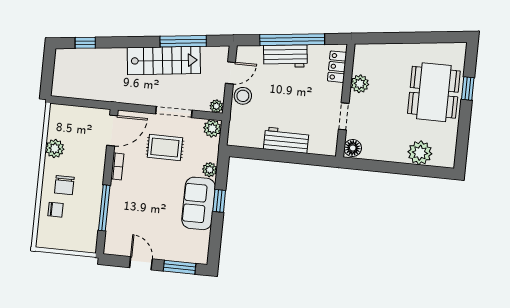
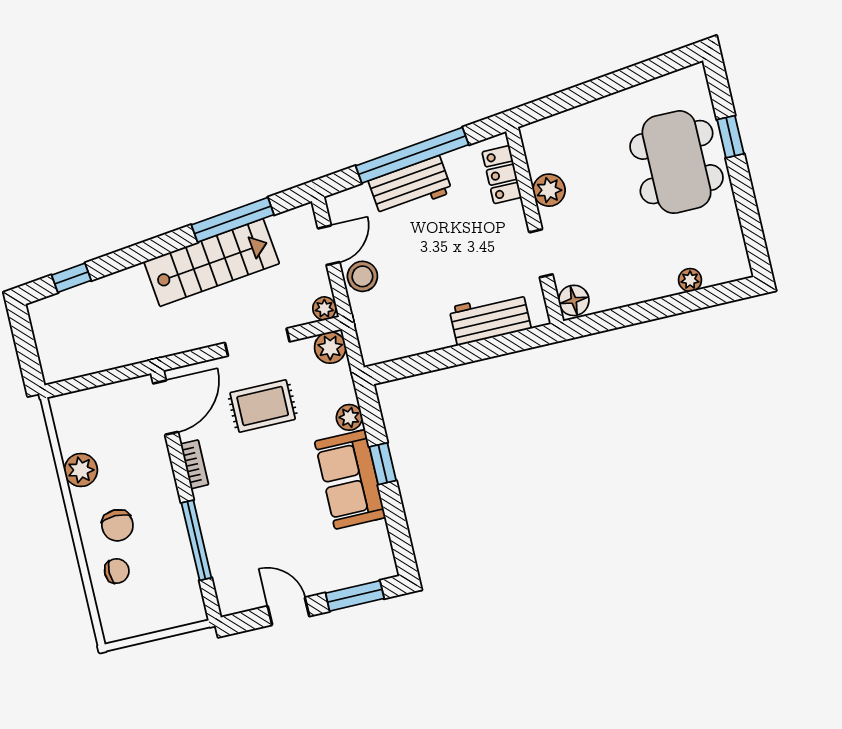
workbench: (286, 140) -> (490, 318), moved
plant: (420, 153) -> (690, 280), width x0.53, depth x0.53

